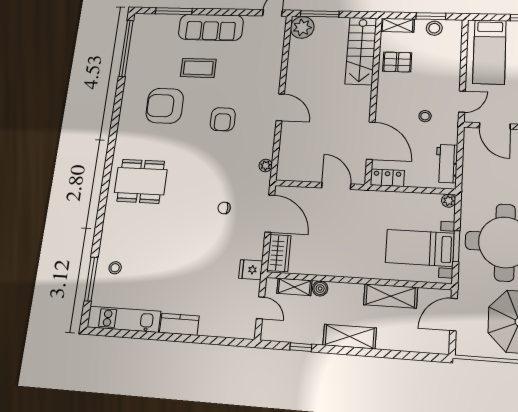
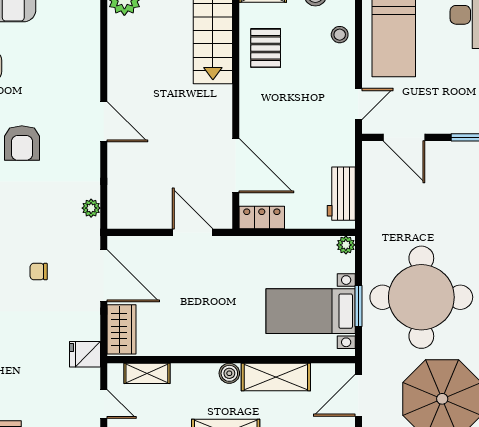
pallet: (397, 62) -> (266, 48), turned 90
stool: (425, 116) -> (340, 35), moved
boiler: (320, 288) -> (229, 373), moved

